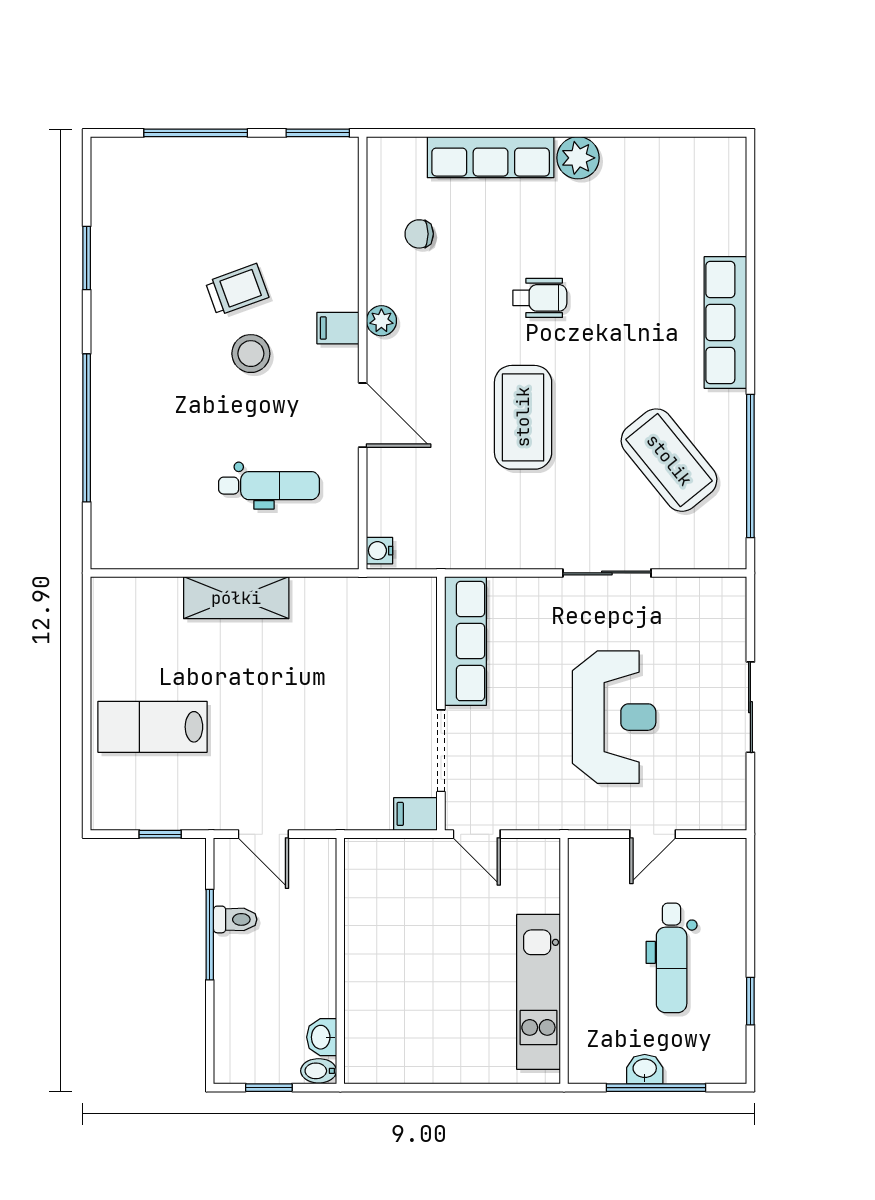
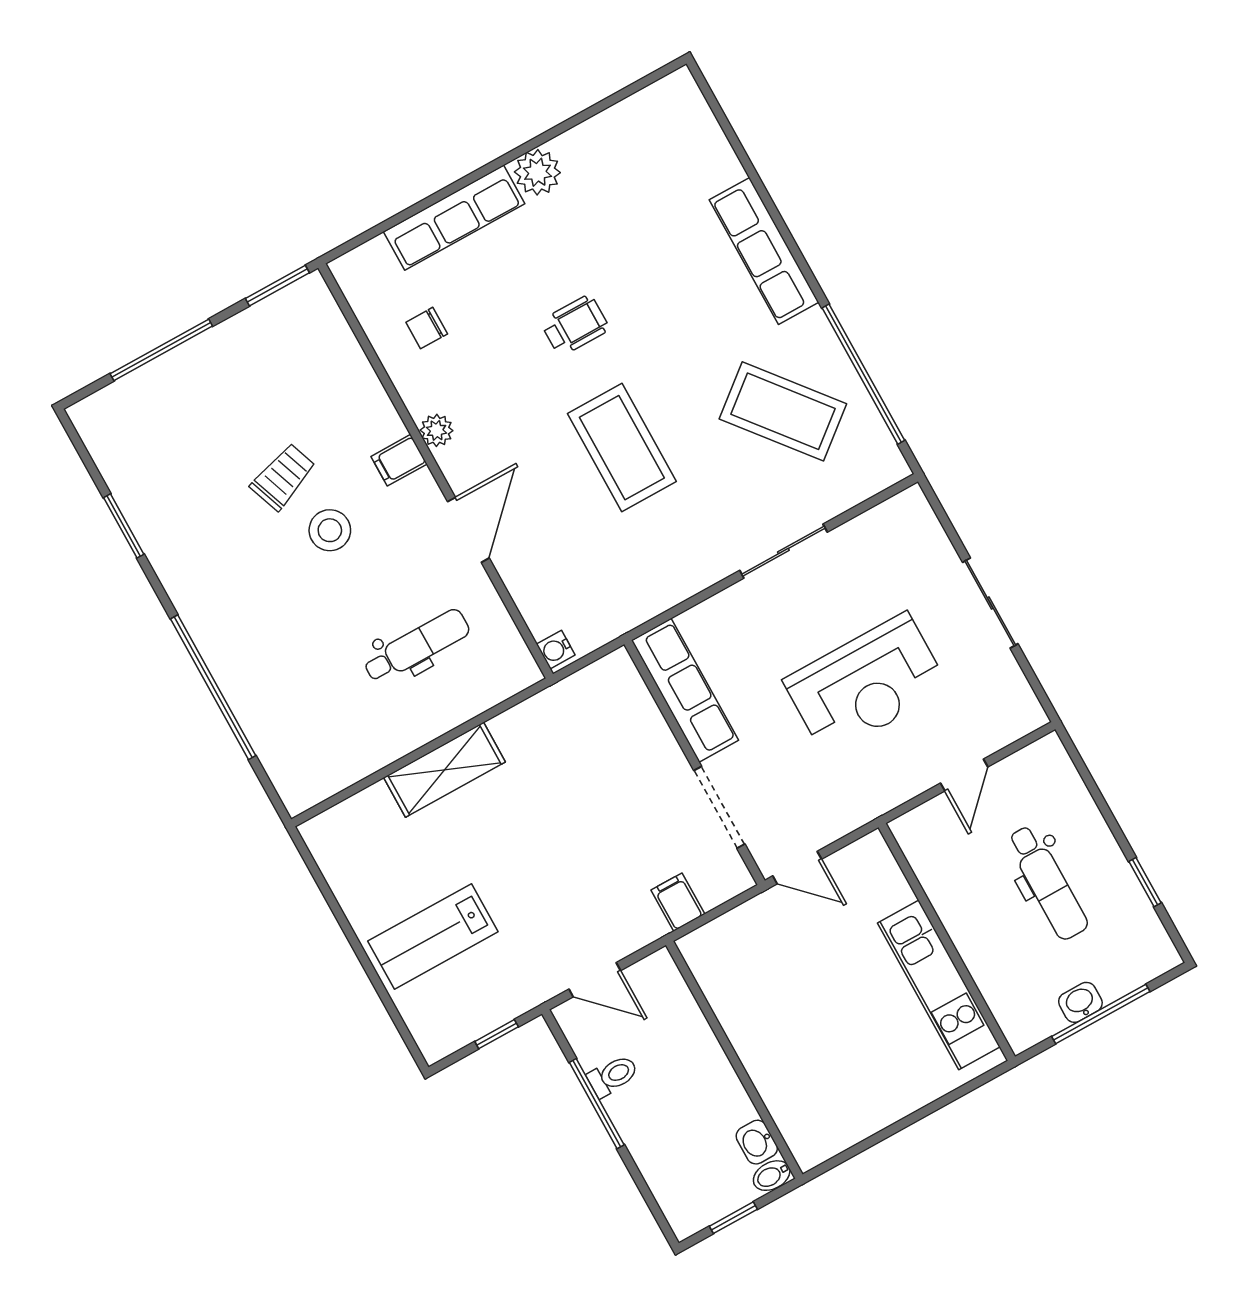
door: (363, 415) -> (468, 530), hinge flipped
reception desk: (614, 717) -> (866, 684), turned 90
filing cabinet: (415, 814) -> (678, 902), moved, turned 90

